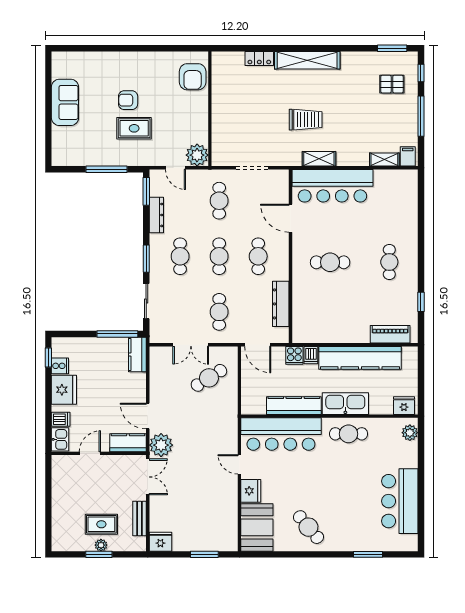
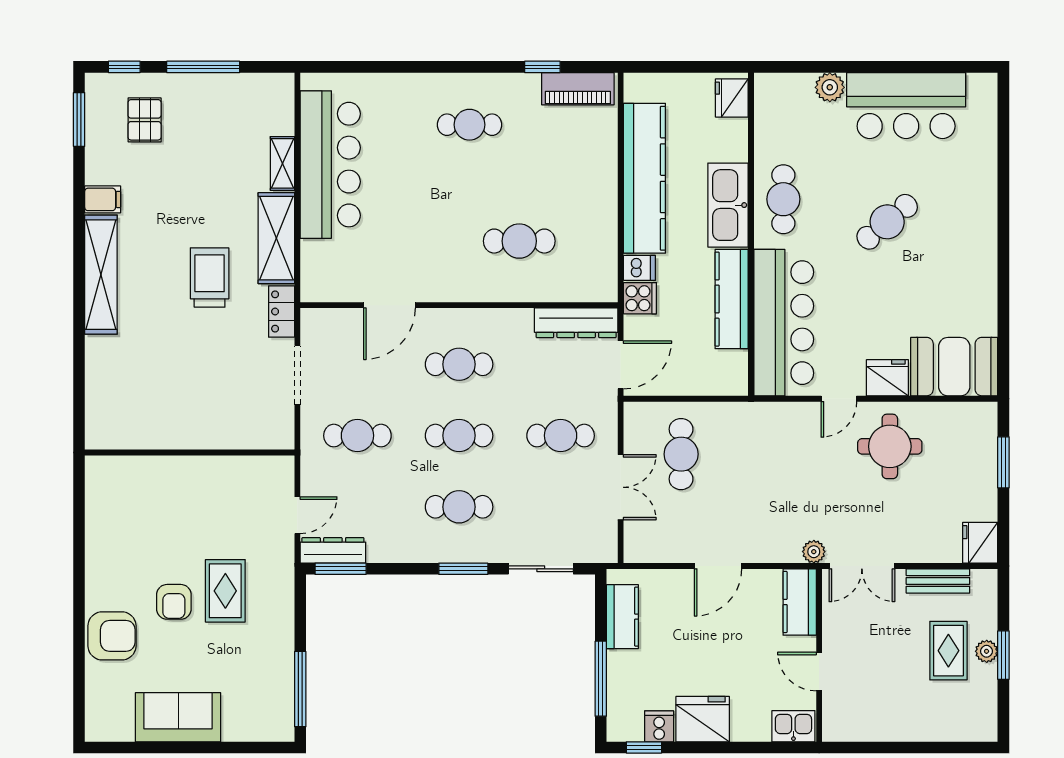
locker: (259, 58) -> (282, 312), moved, turned 180
armchair: (193, 77) -> (112, 636), moved
plant: (197, 155) -> (274, 476), removed
filing cabinet: (408, 156) -> (103, 199), moved, turned 180
shelving: (319, 159) -> (276, 238), width x1.50, depth x1.33
shelving: (384, 160) -> (282, 163), moved
window: (106, 169) -> (300, 689), moved
bar counter: (332, 186) -> (330, 165), moved
dresser: (156, 215) -> (333, 550), moved
cafe table: (330, 262) -> (519, 241), moved, turned 90
dresser: (281, 304) -> (576, 323), moved
window: (117, 334) -> (601, 679), moved
piano: (390, 334) -> (578, 89), moved, turned -90
kitchen counter: (137, 354) -> (622, 617), moved, turned -90
cafe table: (209, 378) -> (681, 454), turned 32
door: (148, 416) -> (718, 566), moved
dishwasher: (61, 419) -> (757, 725), removed
plant: (410, 433) -> (830, 87), moved
plant: (161, 445) -> (814, 552), width x0.53, depth x0.53
double door: (148, 477) -> (862, 566), swing flipped
round table: (213, 492) -> (890, 446), added
cafe table: (308, 527) -> (887, 222), moved
window: (368, 554) -> (1003, 164), removed

